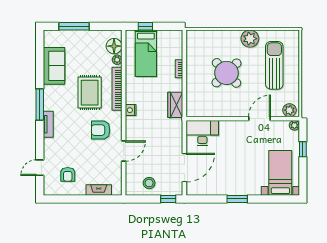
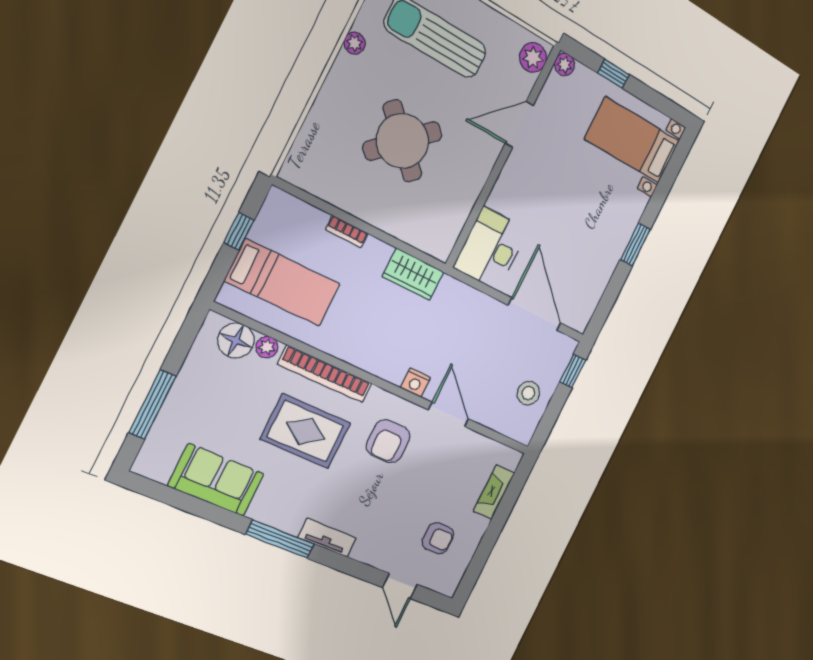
window: (145, 26) -> (239, 231), moved
plant: (250, 39) -> (354, 43), width x0.53, depth x0.53
nightstand: (131, 110) -> (415, 383), moved
door: (260, 119) -> (519, 124), hinge flipped

